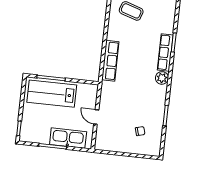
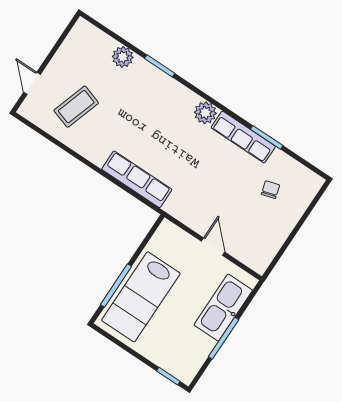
plant: (168, 21) -> (123, 57), added
row of seats: (165, 52) -> (243, 137), moved
door: (96, 117) -> (213, 247), swing flipped

